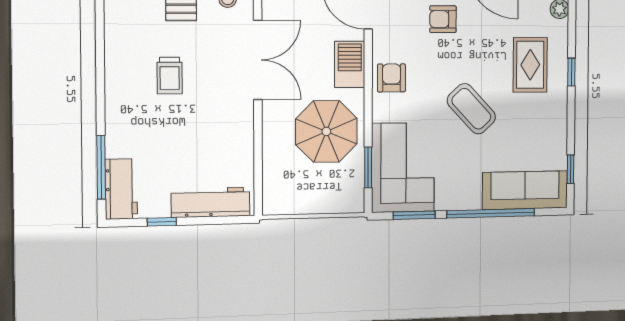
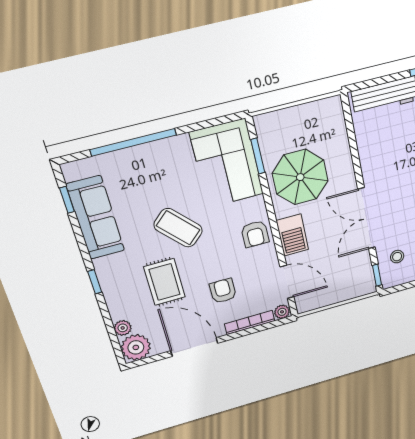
armchair: (443, 19) -> (223, 291), turned -90
rug: (530, 65) -> (165, 282), moved
sofa: (525, 190) -> (96, 218), moved, turned -90
window: (414, 215) -> (206, 124), removed

